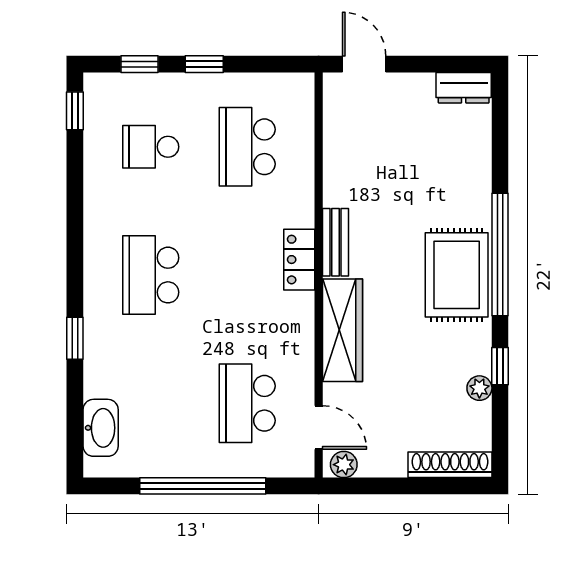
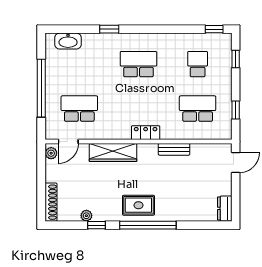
window: (204, 64) -> (236, 110), moved
bench: (335, 242) -> (174, 149), moved
rug: (457, 275) -> (138, 205), width x0.73, depth x0.70

